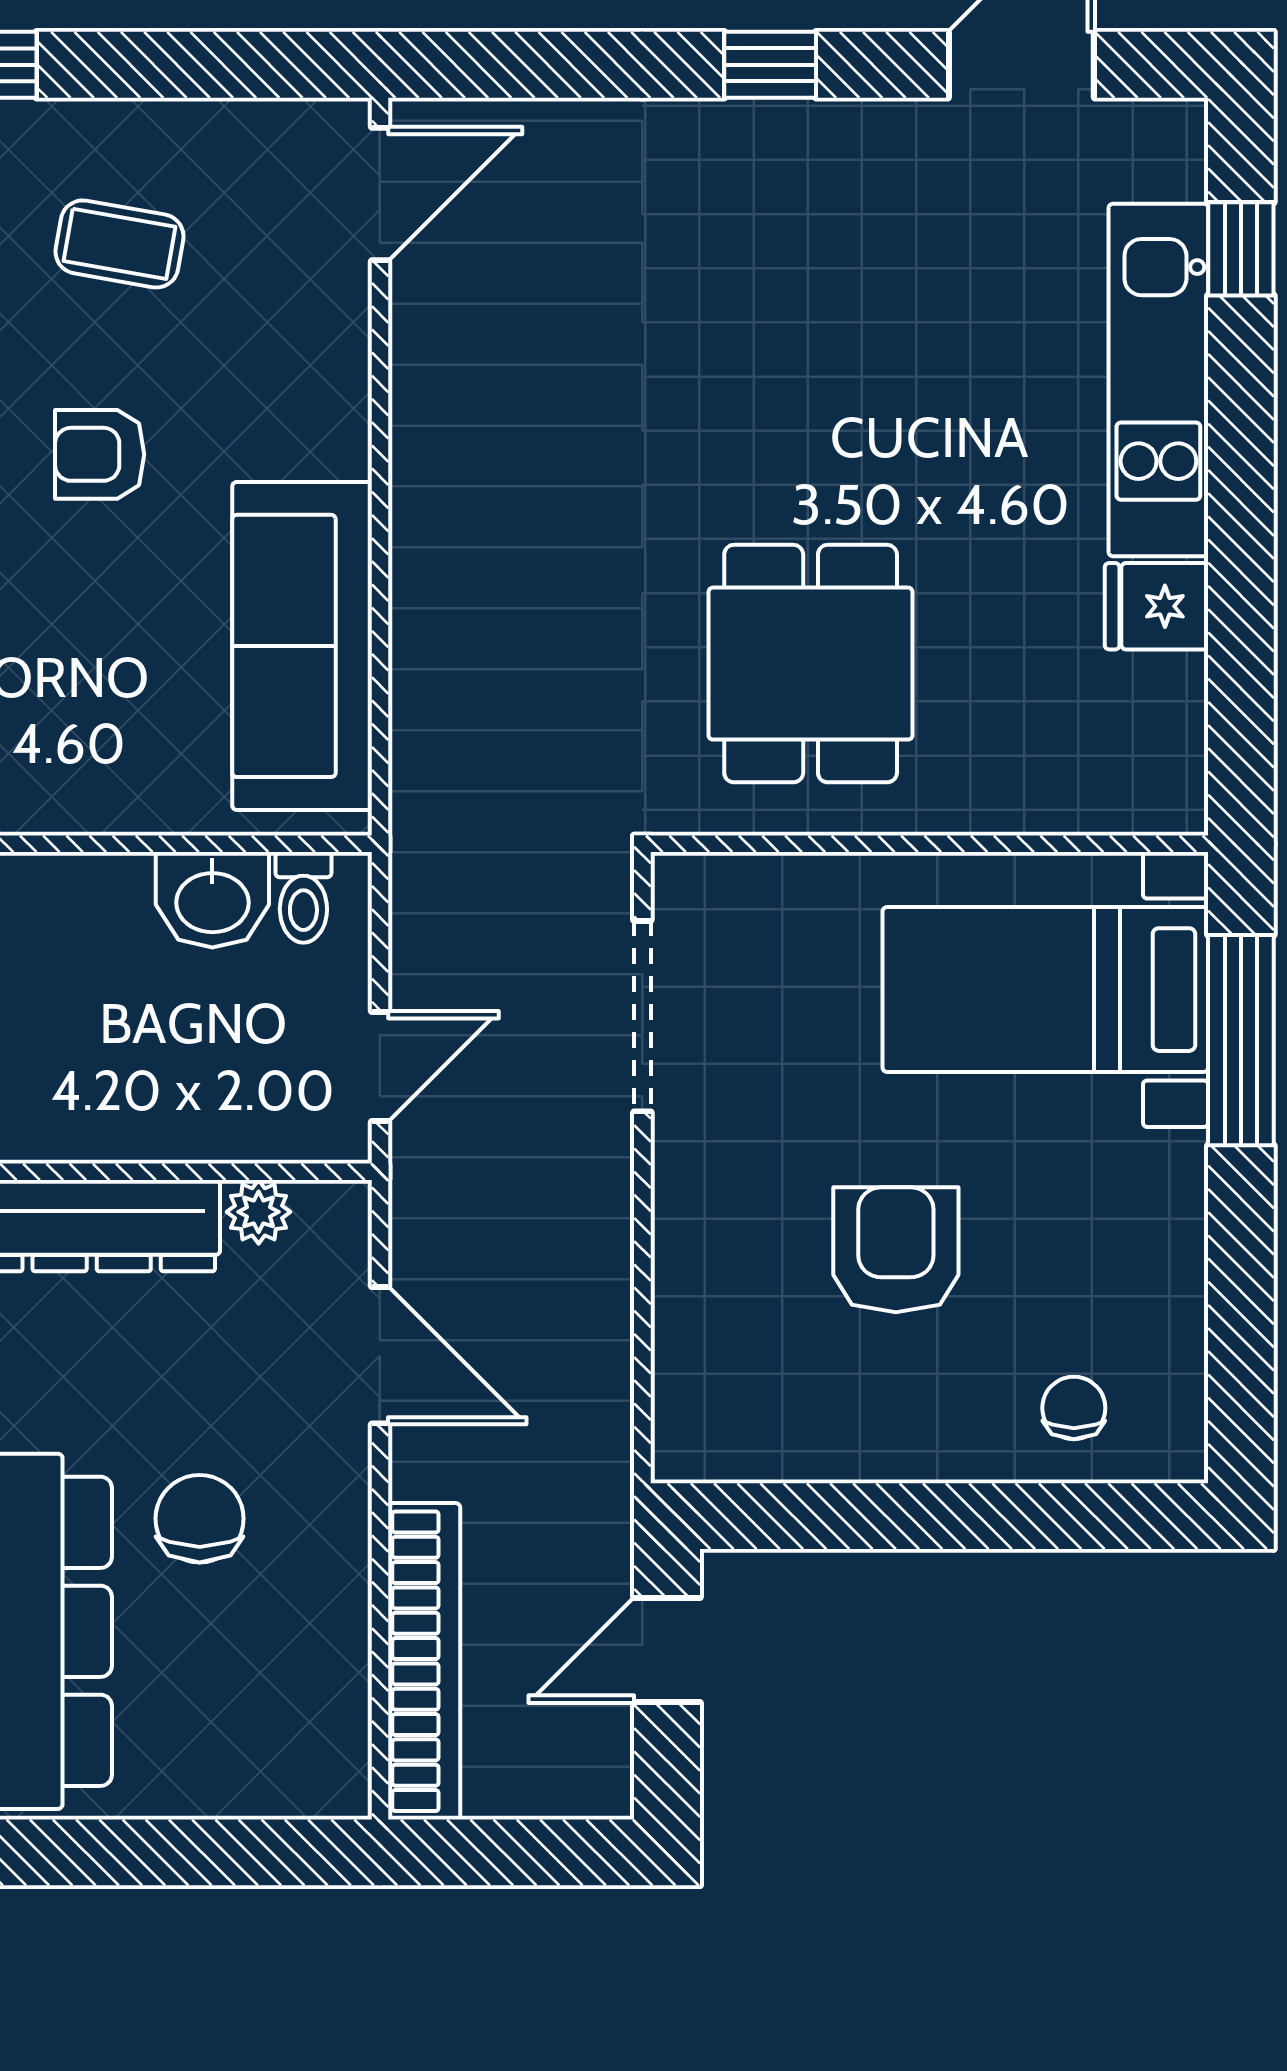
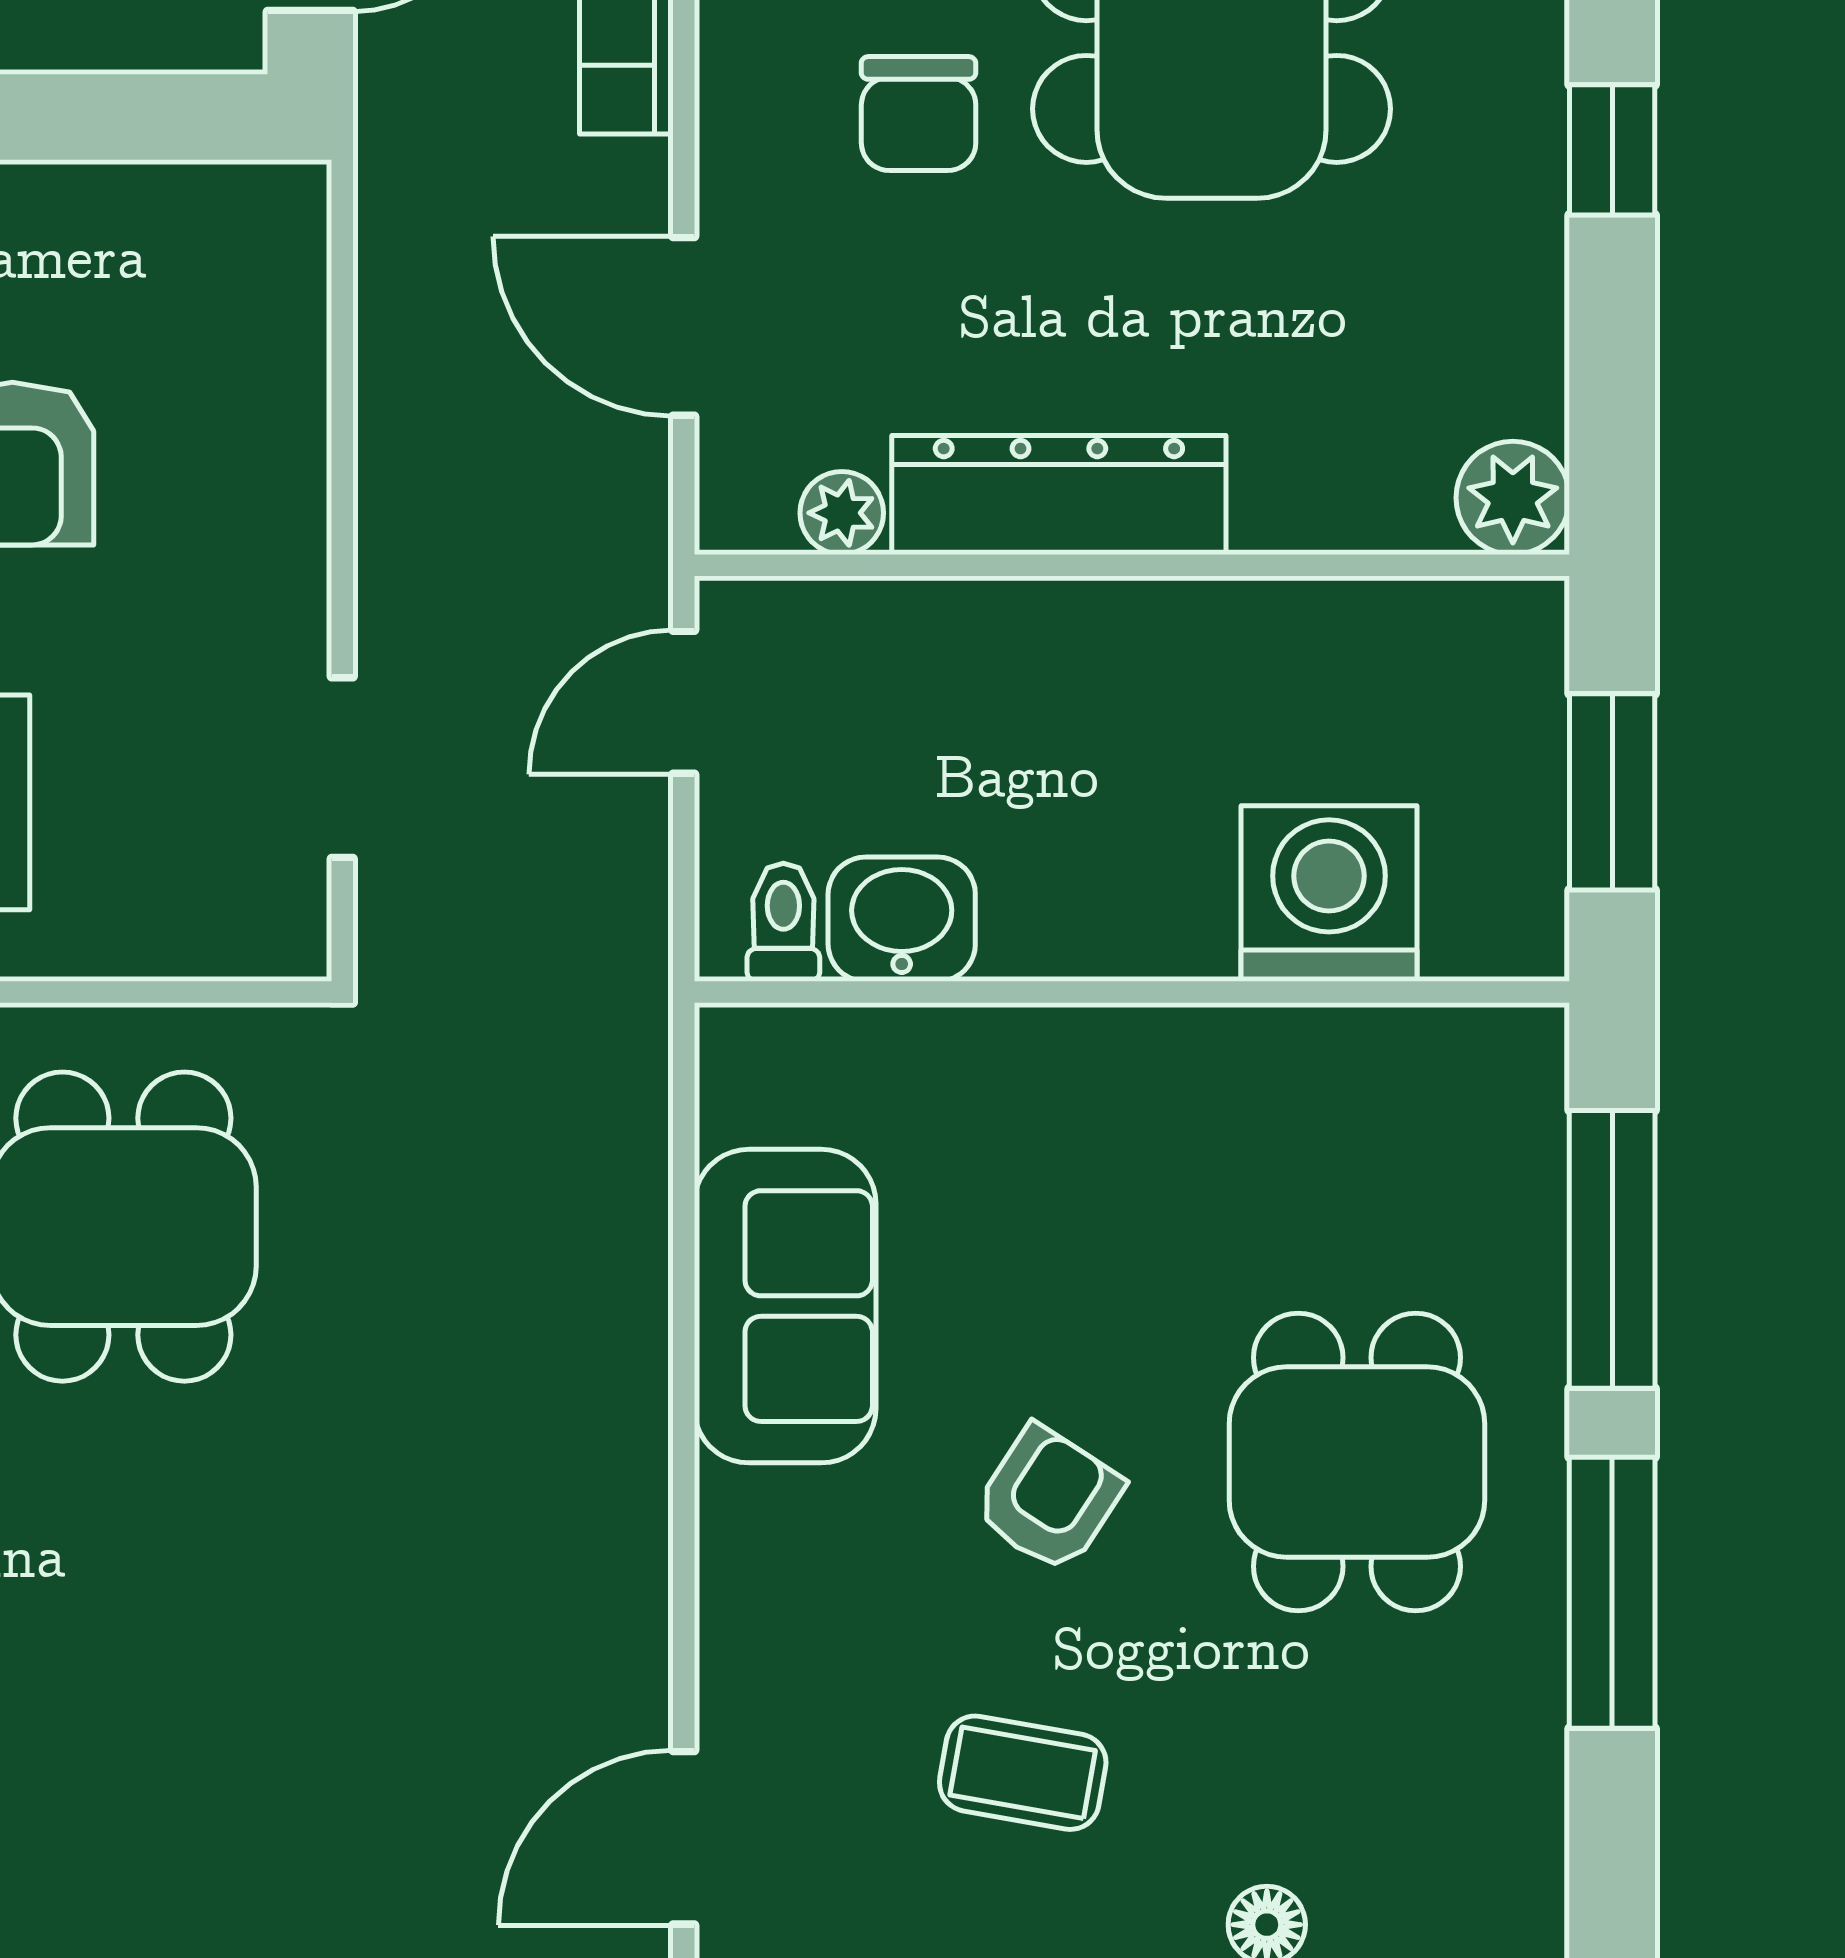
armchair: (100, 454) -> (1049, 1499), turned -57
sofa: (302, 646) -> (785, 1306), width x0.73
doorway: (642, 1016) -> (342, 768), width x0.73

